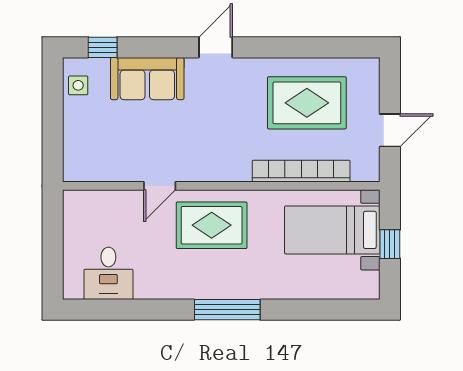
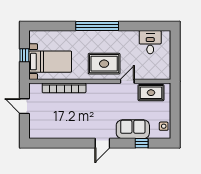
window: (103, 47) -> (142, 143), moved
rug: (307, 103) -> (151, 93), moved, width x0.73, depth x0.70
door: (390, 130) -> (24, 106), hinge flipped
window: (227, 310) -> (97, 26), width x1.46

